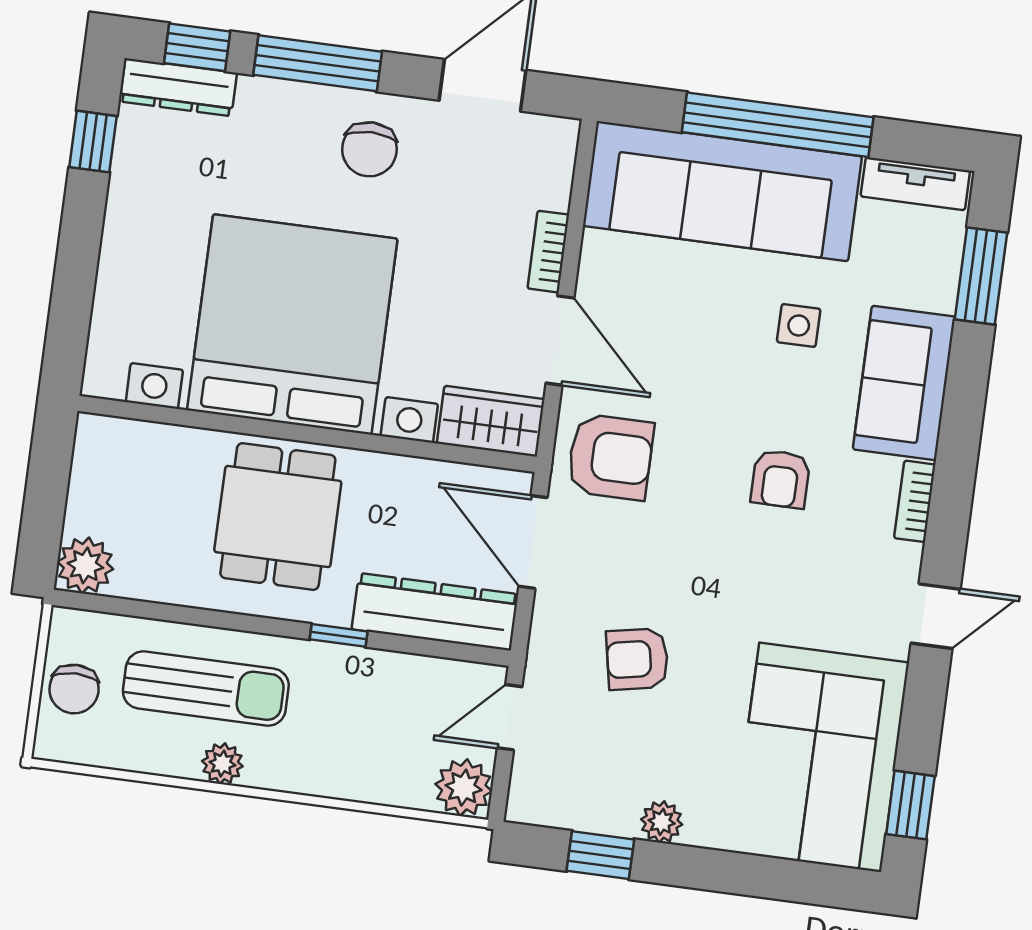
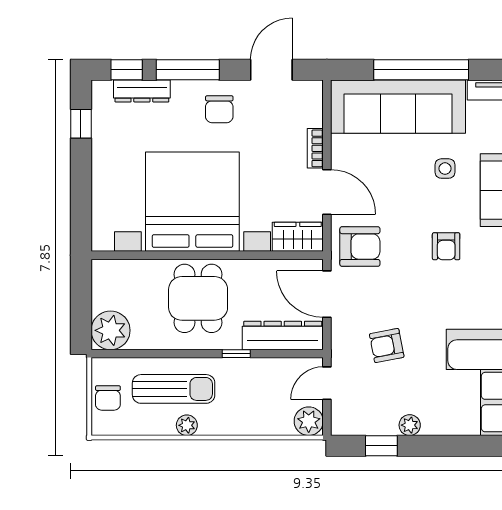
dresser: (178, 87) -> (142, 91), moved
plant: (85, 565) -> (111, 330), width x1.36, depth x1.36

